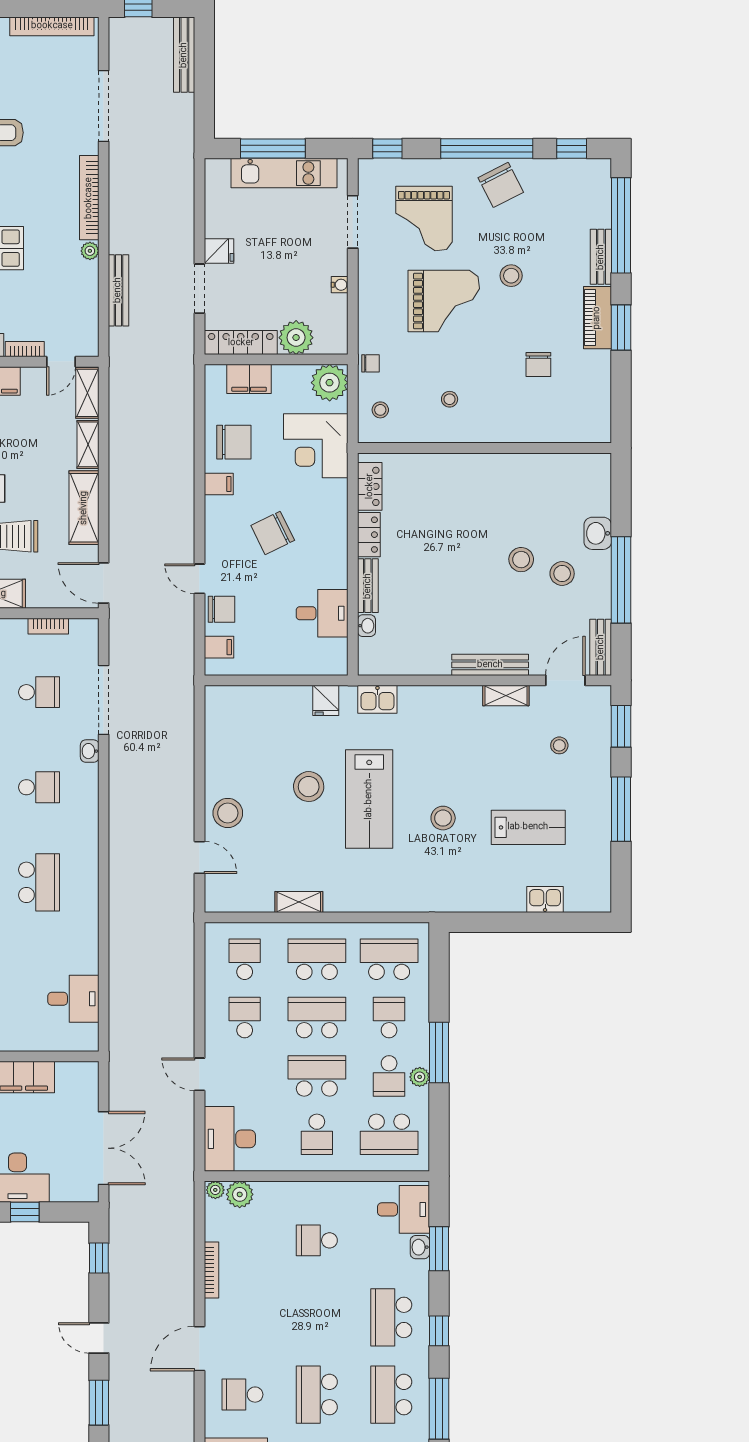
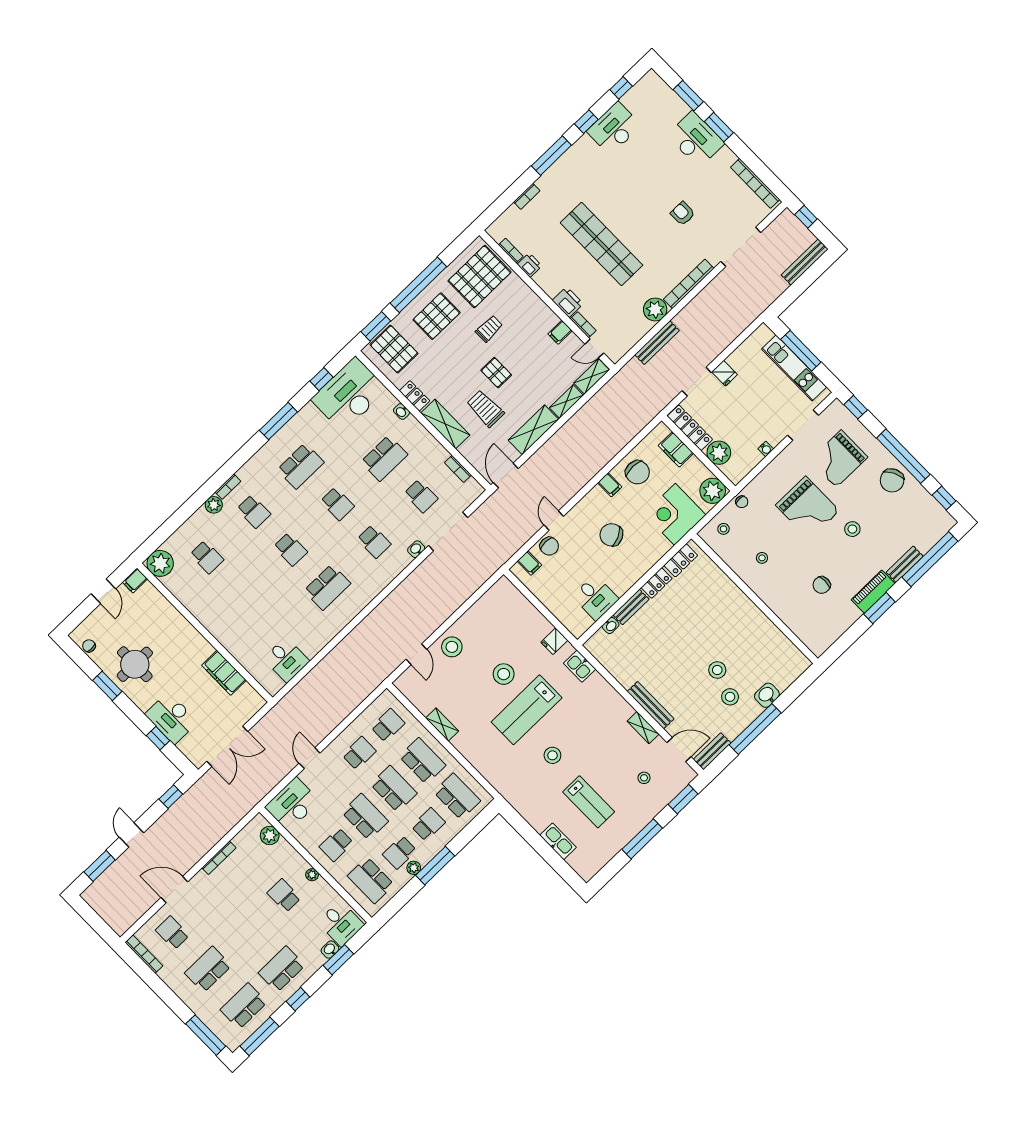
plant: (90, 251) -> (655, 309), width x1.87, depth x1.87
kitchen sink: (545, 899) -> (558, 841), width x1.38
plant: (215, 1190) -> (312, 875), moved

